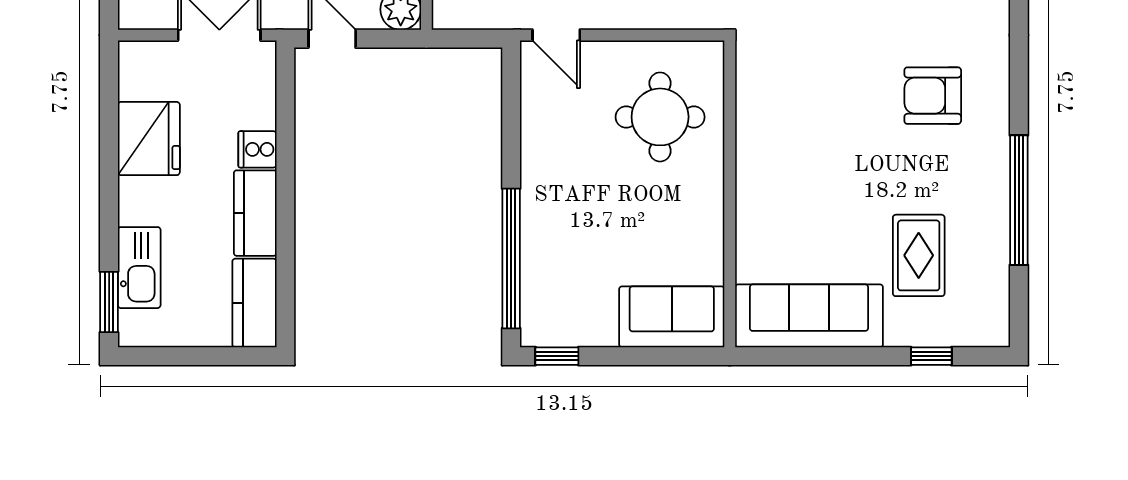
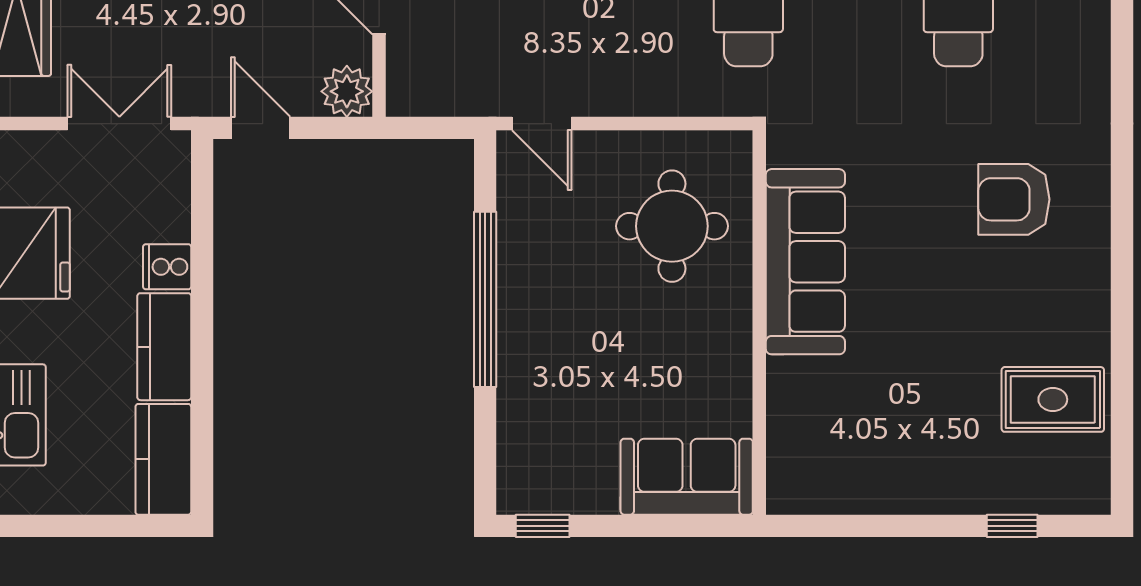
window: (1019, 200) -> (1122, 330), removed
rug: (919, 255) -> (1053, 399), moved, turned 90
window: (511, 258) -> (485, 299), moved
sofa: (809, 316) -> (805, 262), moved, turned 90

